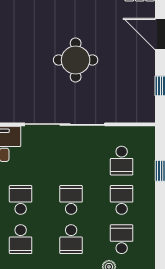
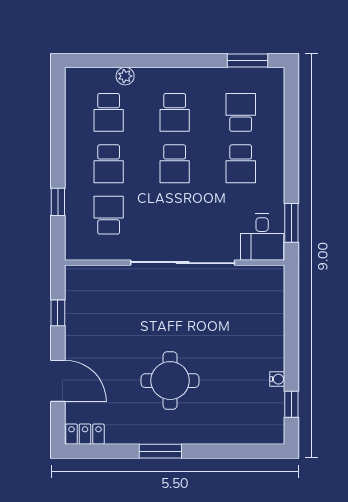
round table: (76, 60) -> (170, 381), moved
school desk: (71, 239) -> (175, 112), turned 180

